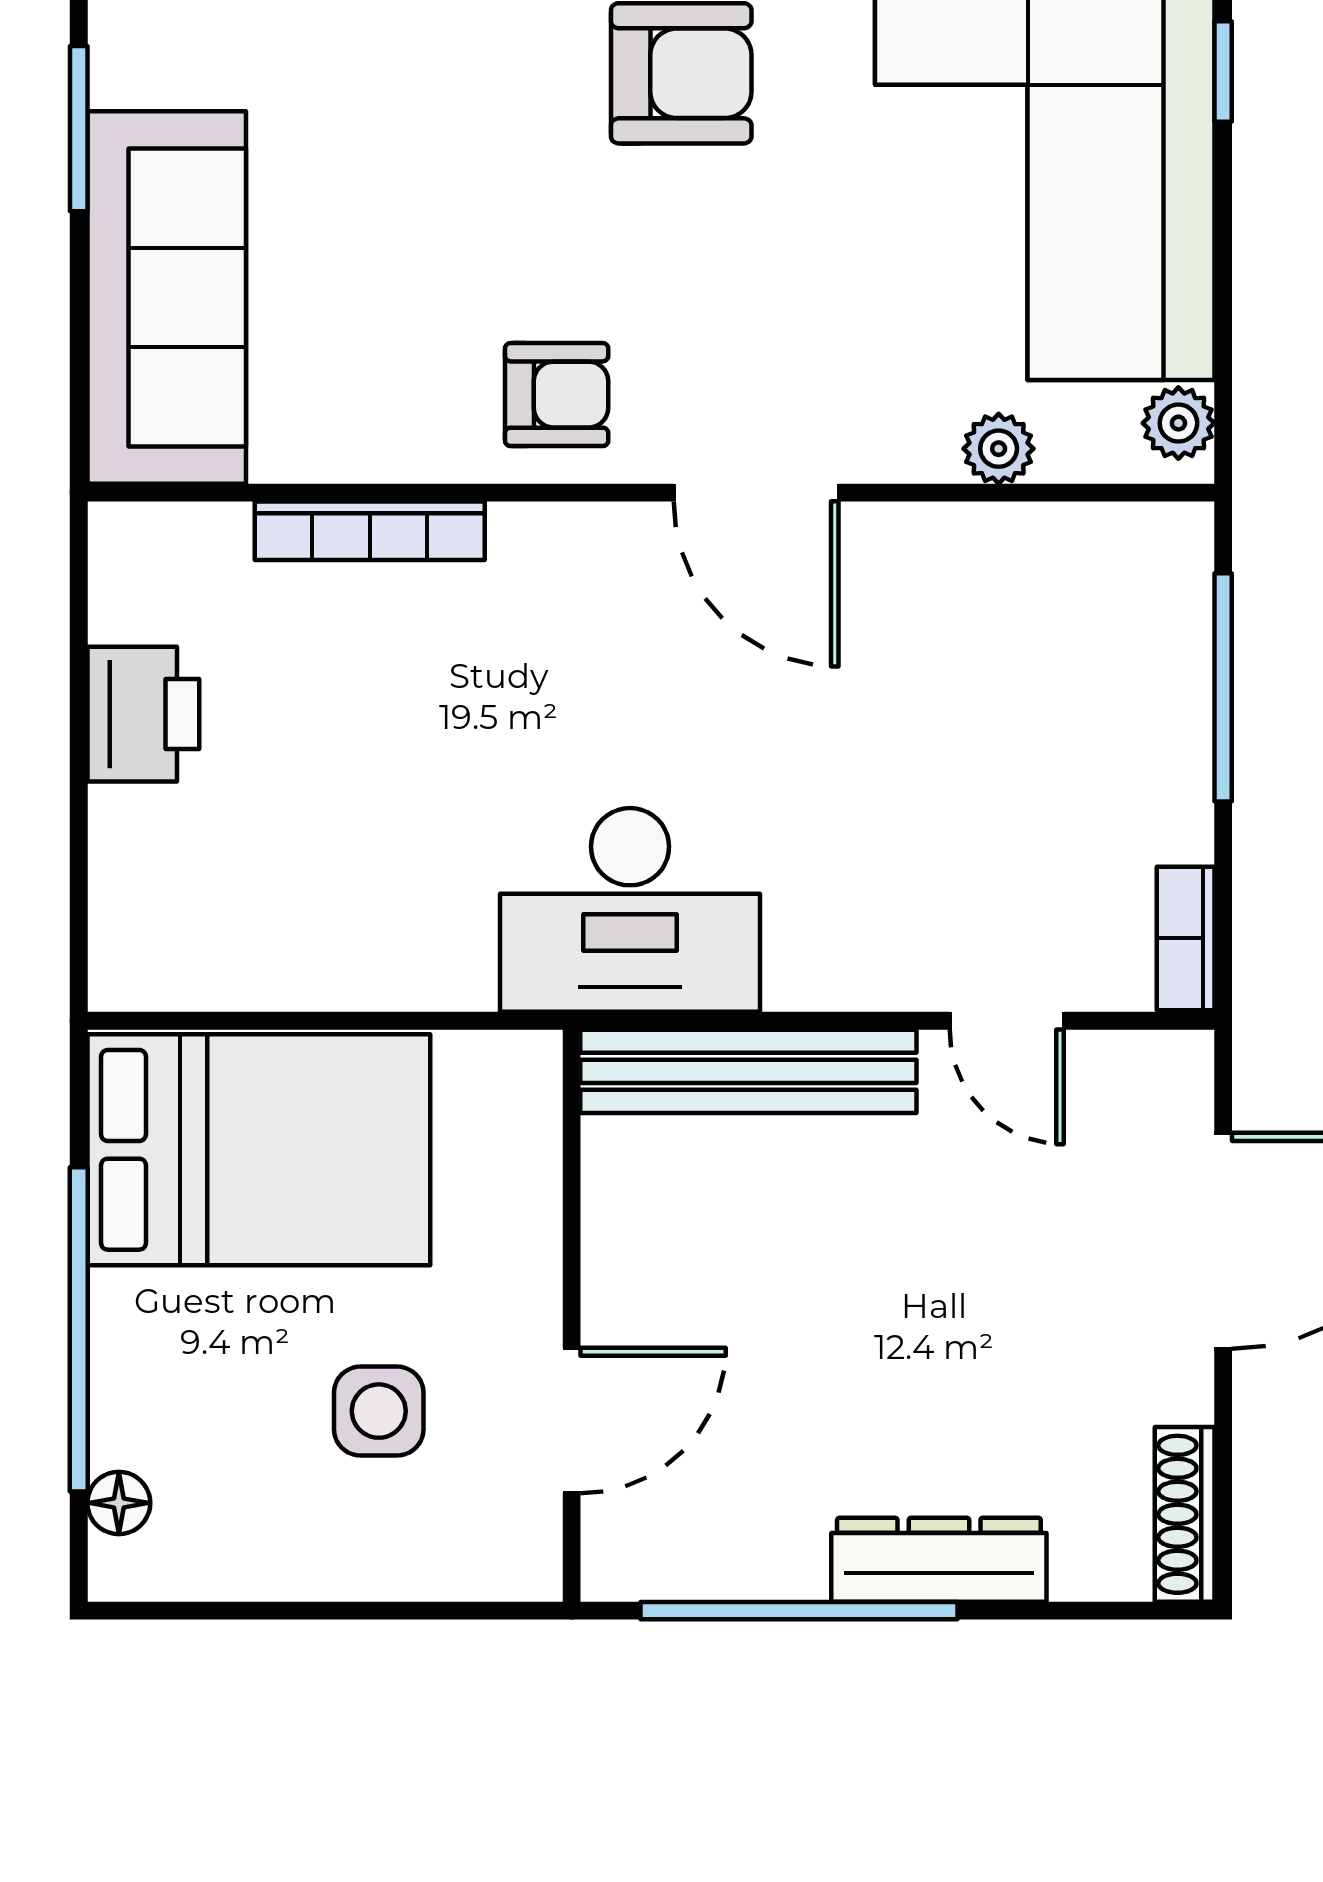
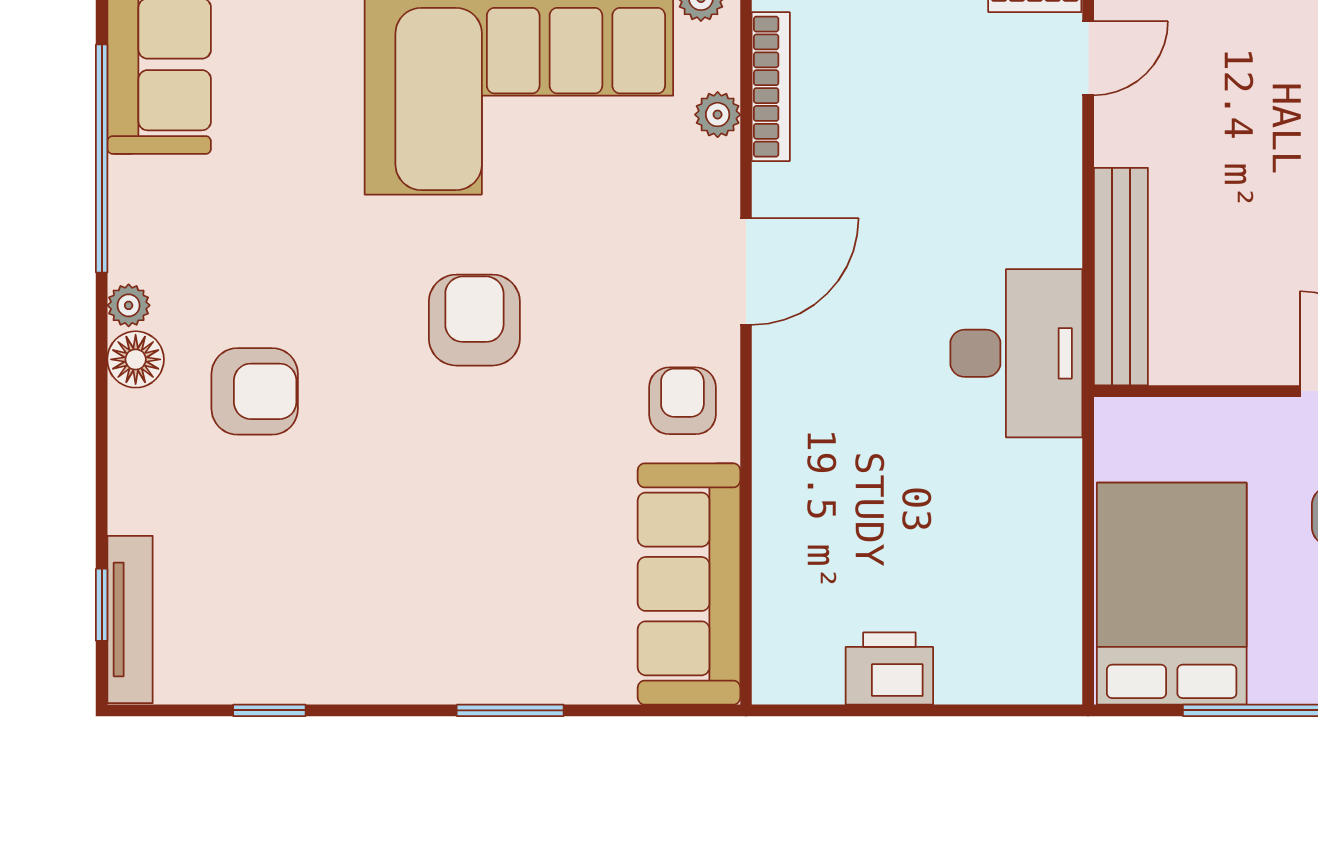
sofa: (167, 297) -> (689, 584), moved, turned -90
bookcase: (370, 531) -> (771, 87), moved
door: (1007, 1021) -> (1088, 58), moved

